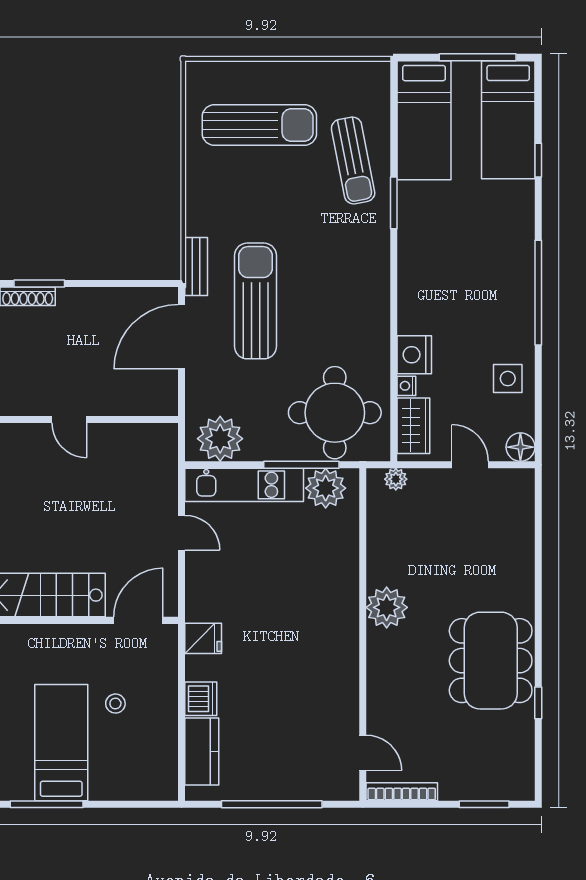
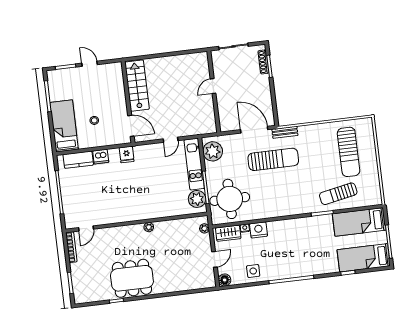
plant: (387, 607) -> (149, 227), width x0.53, depth x0.53
bed: (61, 743) -> (64, 126), moved, turned -90

